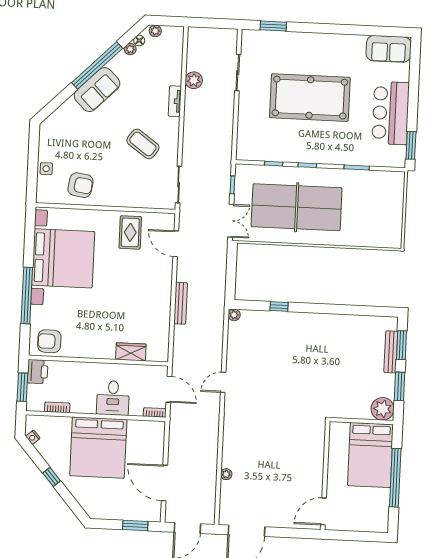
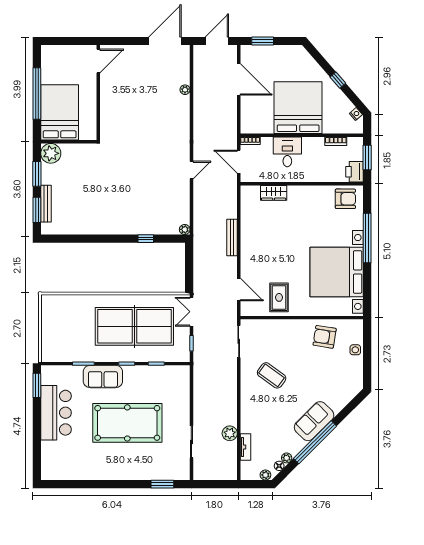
sofa: (389, 49) -> (103, 376), moved, turned 180
tv unit: (175, 101) -> (245, 447), moved

